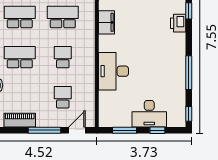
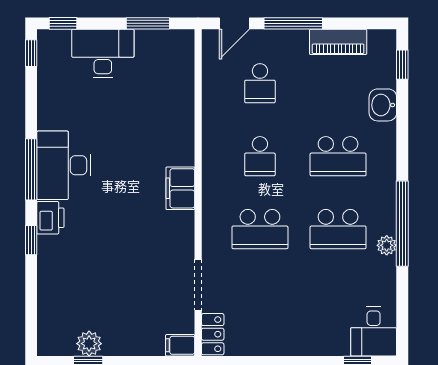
filing cabinet: (107, 22) -> (180, 188), moved
desk: (114, 71) -> (64, 165), moved, turned 180
window: (189, 73) -> (31, 169), moved
window: (157, 130) -> (63, 23), moved

